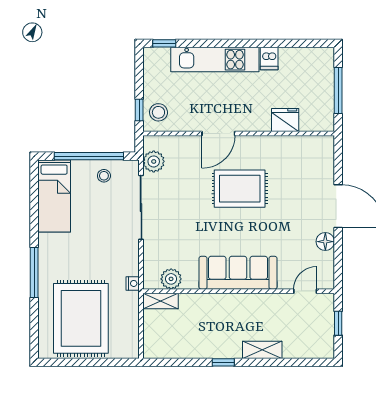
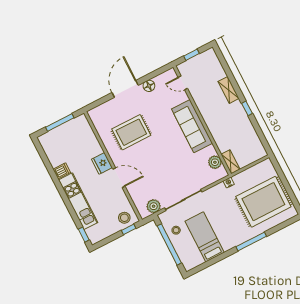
fridge: (285, 120) -> (102, 163), moved
rug: (240, 189) -> (131, 132), moved, turned 90
bed: (54, 196) -> (205, 237), moved, turned -90

